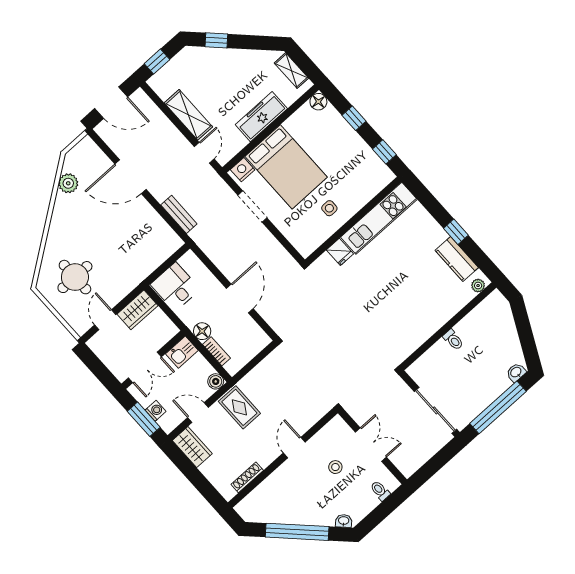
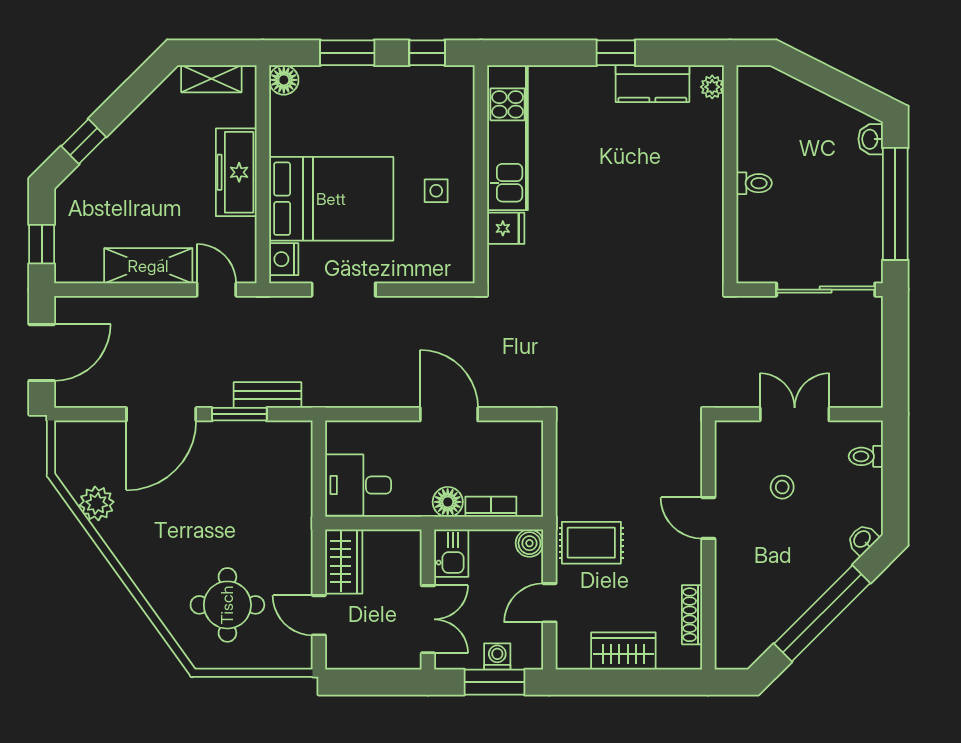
window: (354, 118) -> (347, 53), width x1.50
window: (160, 210) -> (239, 414), added
wardrobe: (192, 447) -> (623, 651), moved

